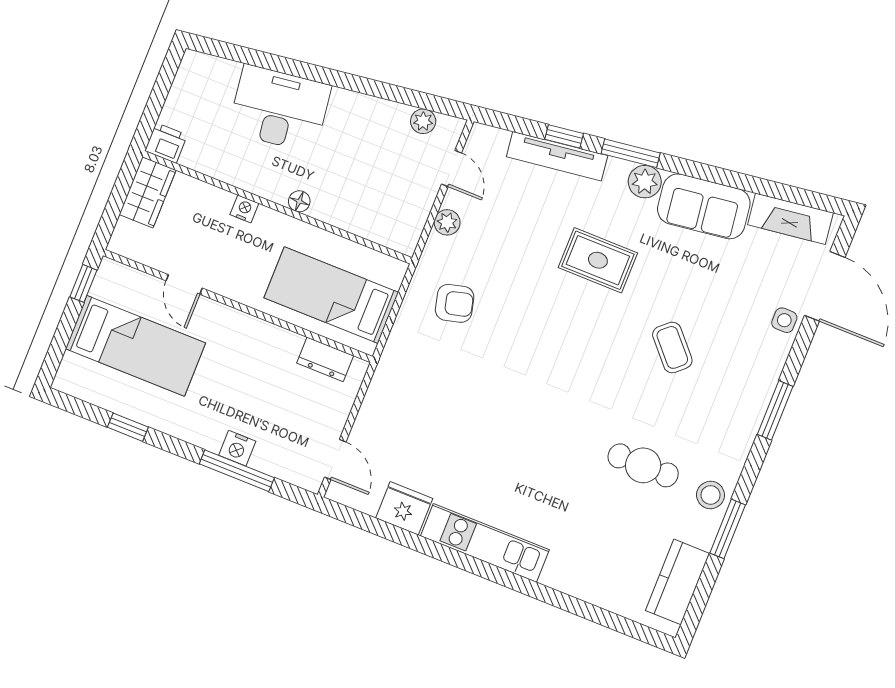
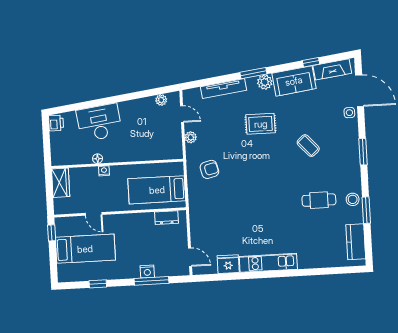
window: (564, 136) -> (311, 62), moved
printer: (166, 143) -> (56, 123), moved, turned 90
floor lamp: (299, 201) -> (98, 159), moved

